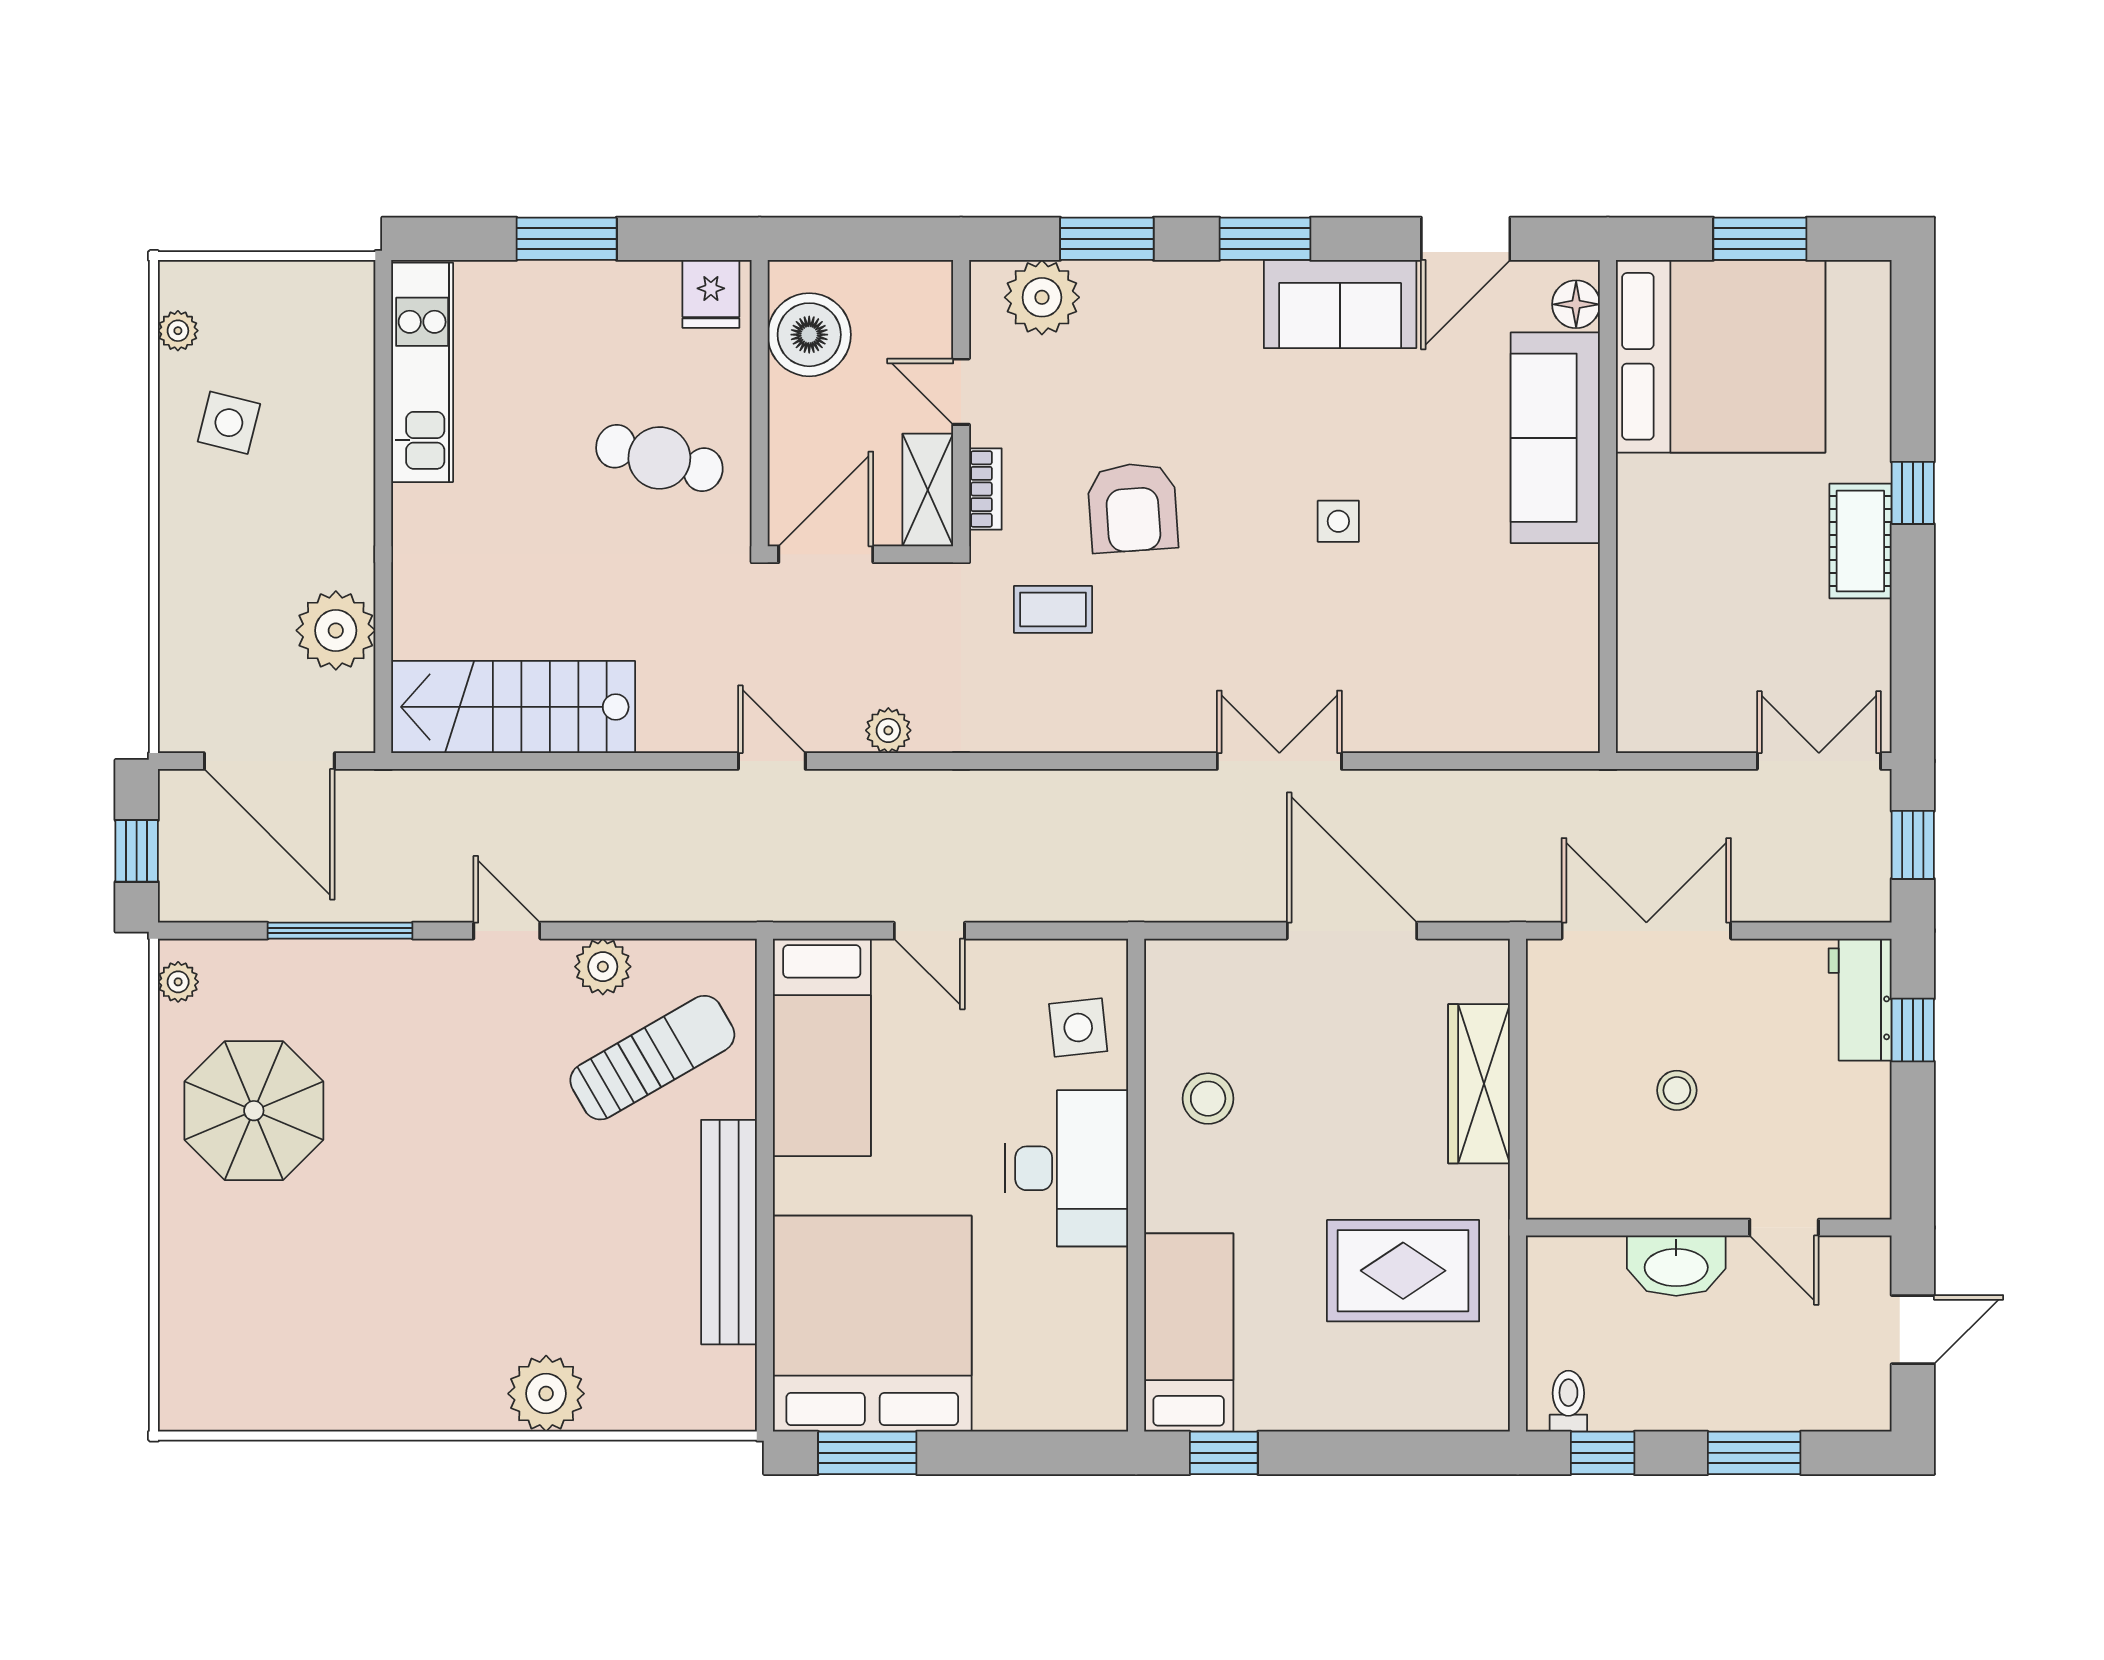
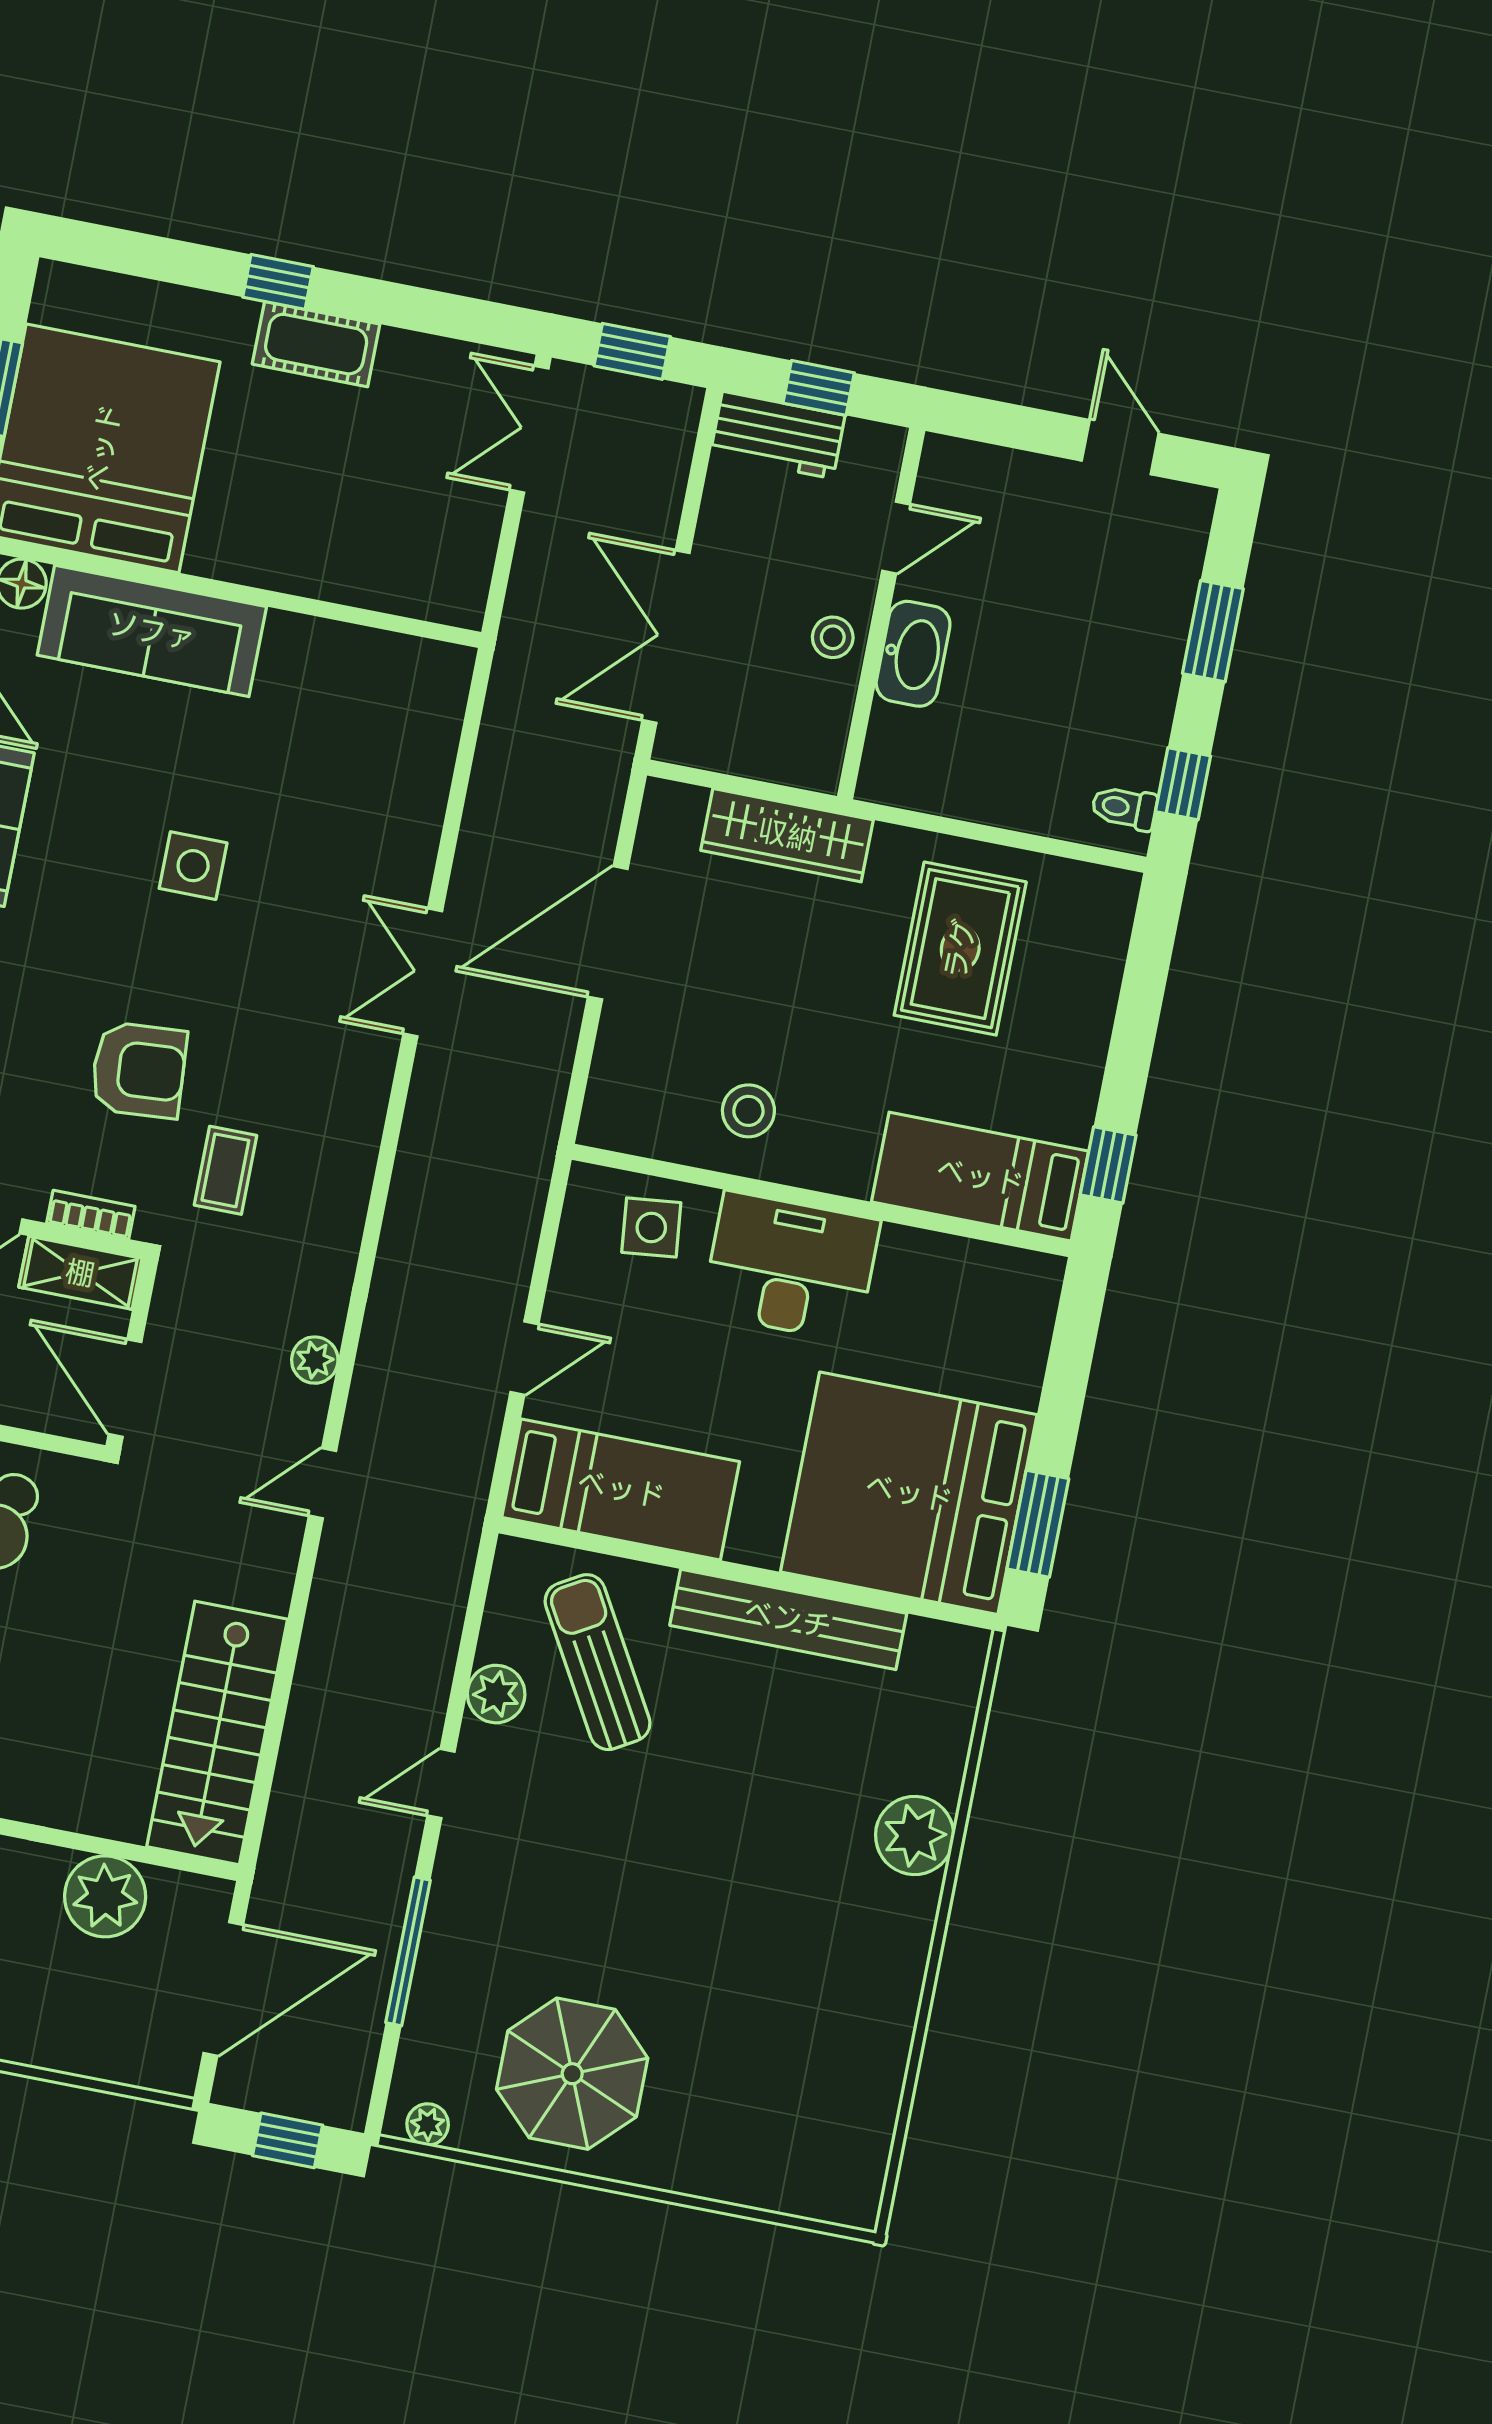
side table: (1338, 521) -> (193, 866), width x1.37, depth x1.37
wall: (1709, 1228) -> (881, 614), moved
door: (1784, 1228) -> (896, 538), moved
washbasin: (1676, 1266) -> (913, 654), moved

